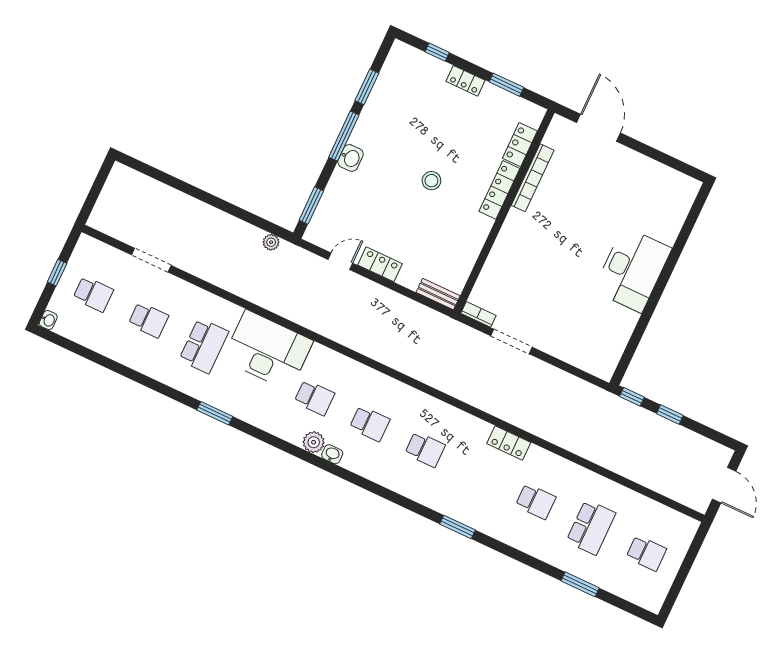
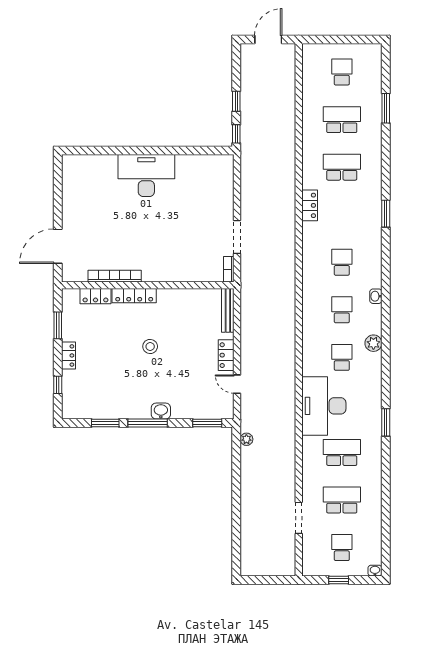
bench: (438, 294) -> (228, 310), width x1.36
school desk: (148, 320) -> (342, 500), width x1.85
washbasin: (332, 454) -> (376, 296), moved
school desk: (536, 501) -> (342, 167), width x1.85

